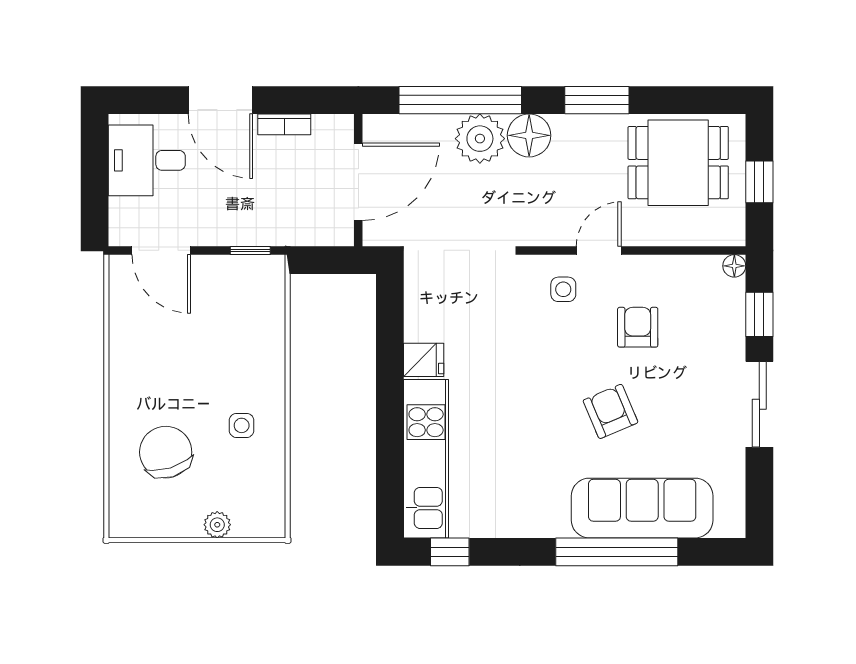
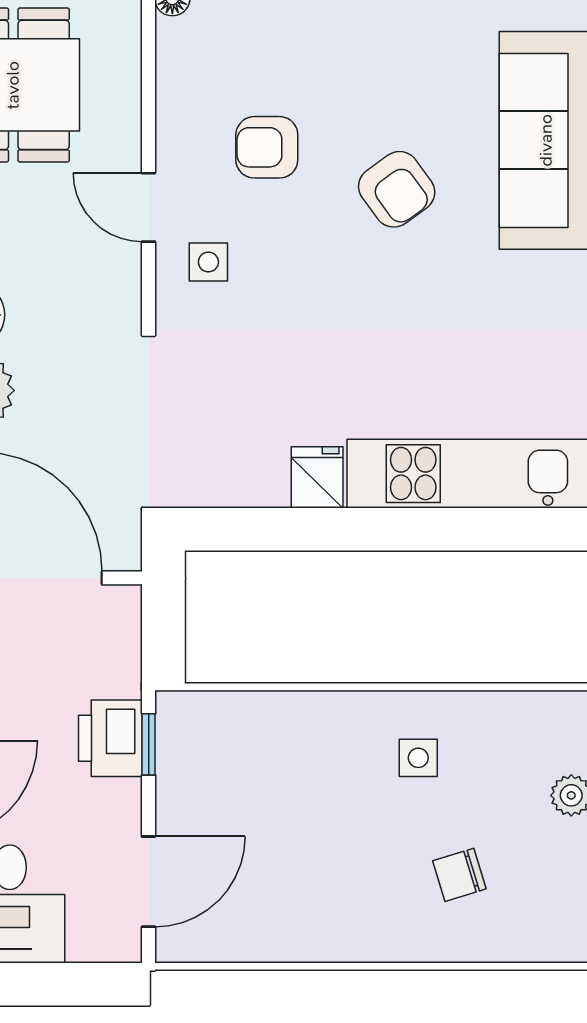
printer: (254, 226) -> (110, 738), added
armchair: (610, 411) -> (397, 189), turned -103
chair: (166, 452) -> (459, 875), width x0.54, depth x0.54

